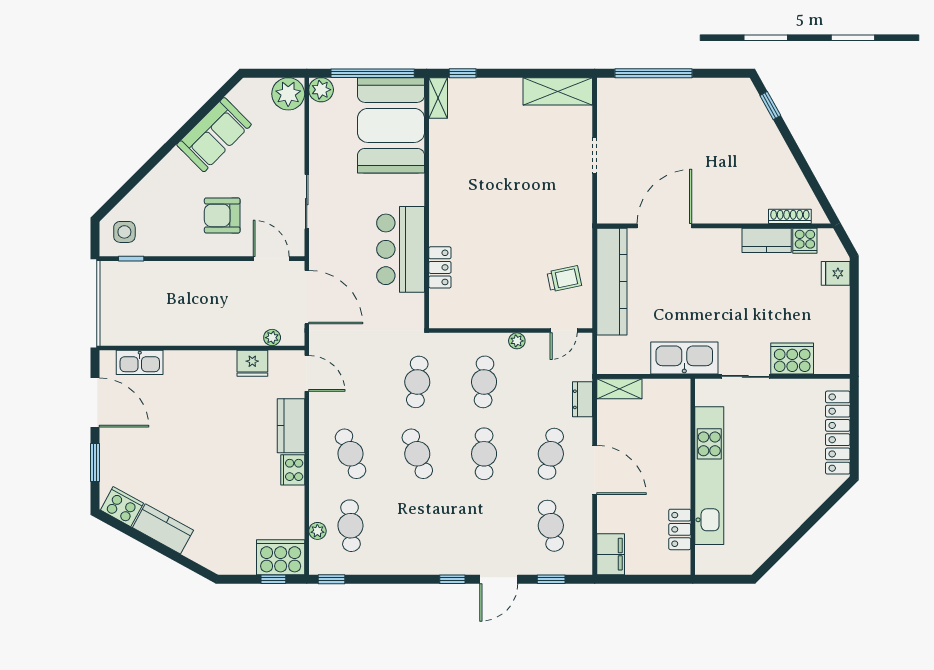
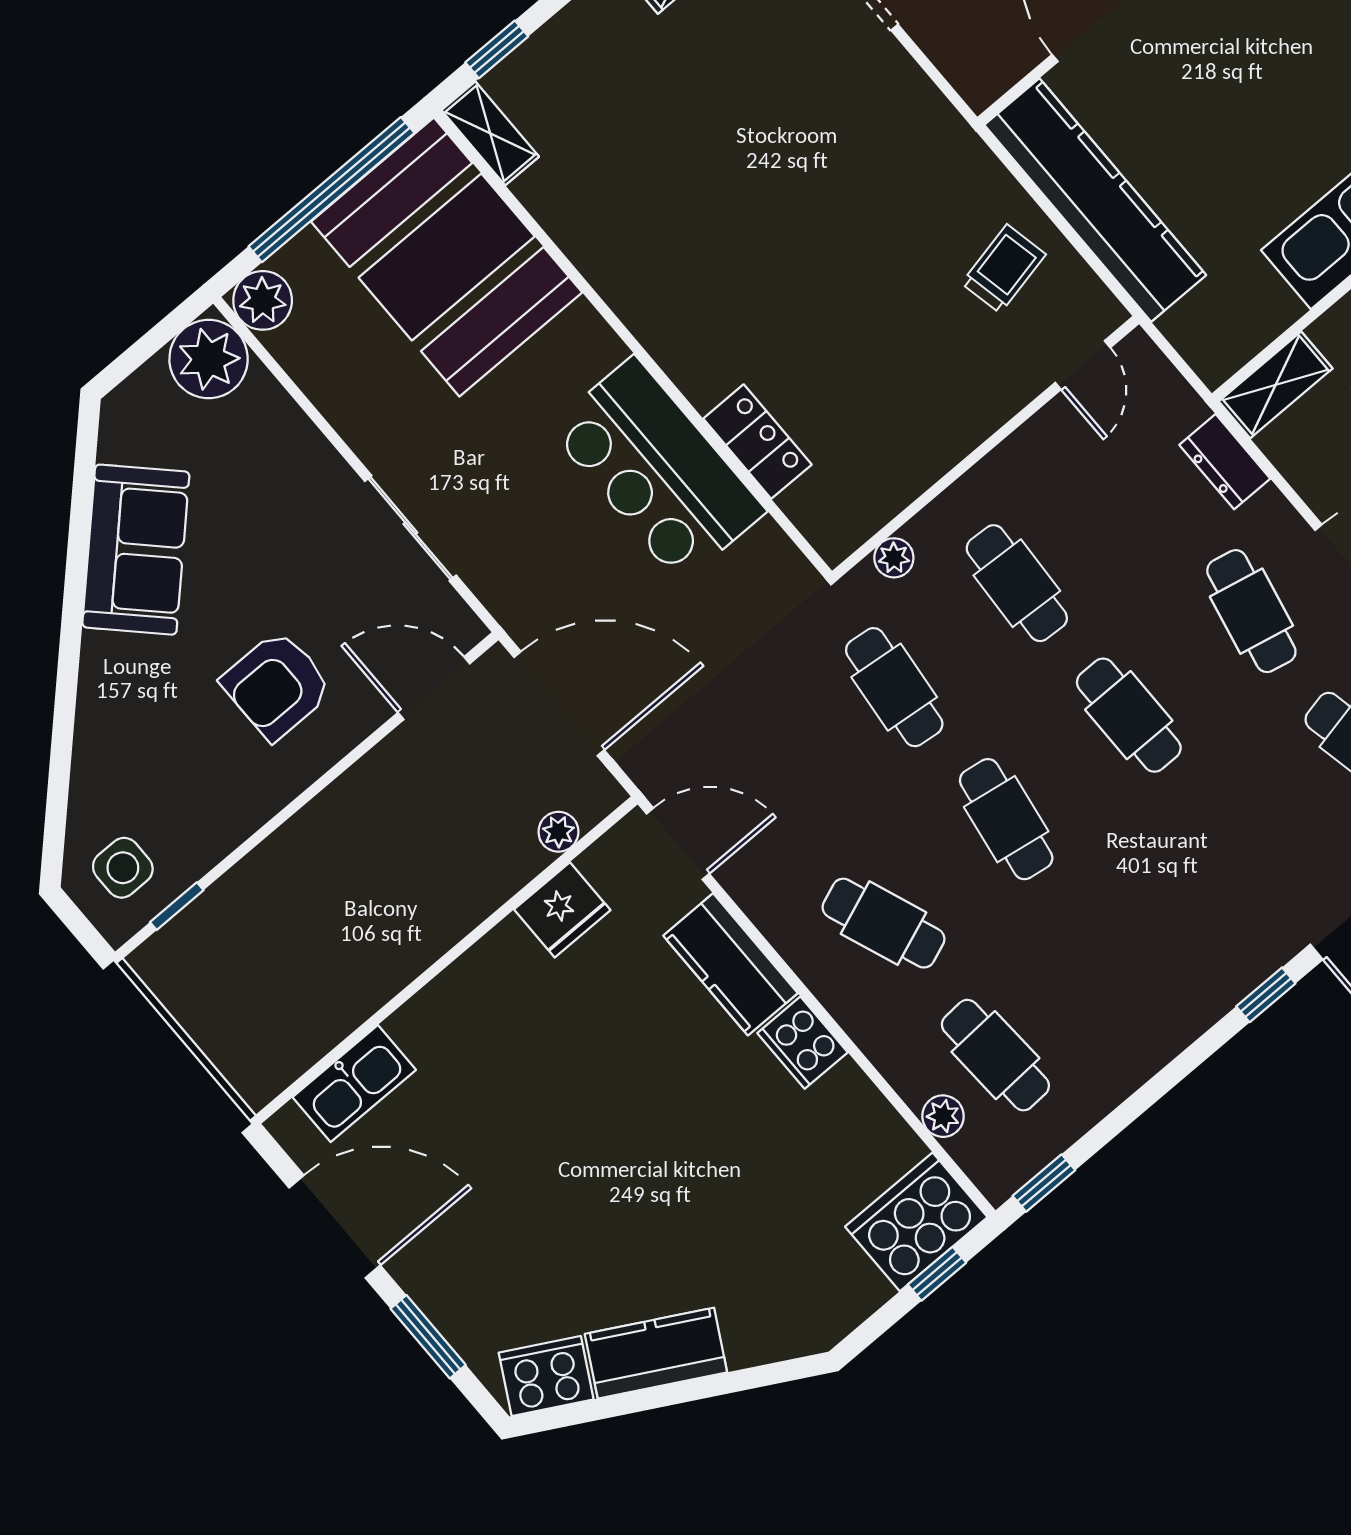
plant: (517, 341) -> (894, 558), moved
cafe table: (417, 454) -> (1006, 819), turned 30

